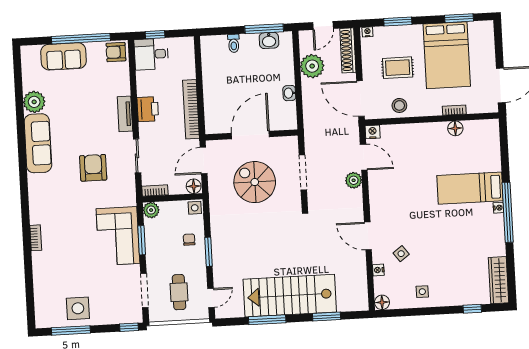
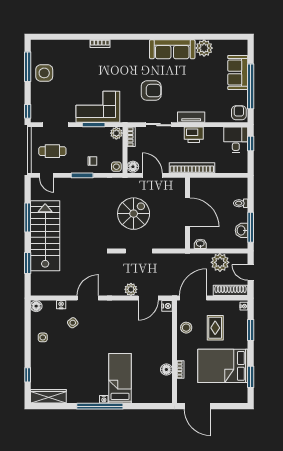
door: (250, 135) -> (187, 212), moved
wall: (252, 135) -> (187, 213), moved

